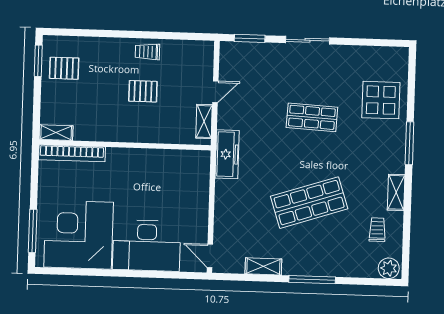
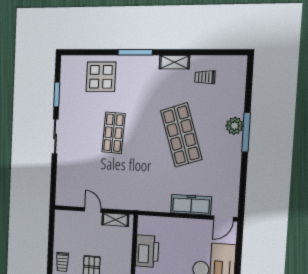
window: (250, 38) -> (57, 95), moved
freezer: (227, 154) -> (191, 205), moved
printer: (166, 163) -> (147, 251), added
shelving: (263, 266) -> (234, 174), removed
plant: (389, 268) -> (235, 126), moved

